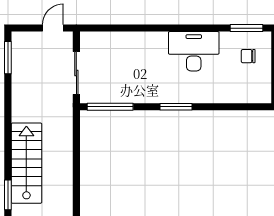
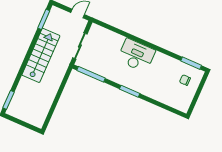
desk: (194, 51) -> (136, 55), moved
stairs: (26, 163) -> (41, 55), moved

